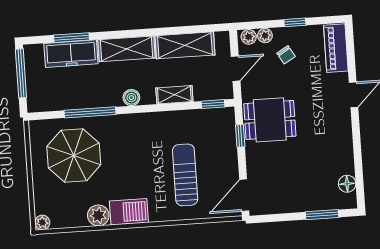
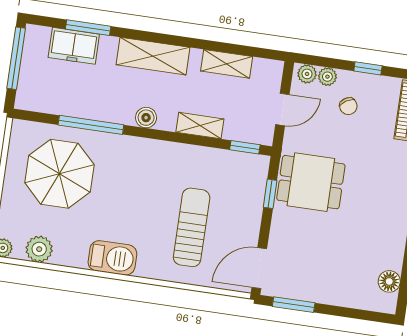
shelving: (185, 45) -> (227, 64), width x0.67, depth x0.75
freezer: (71, 54) -> (74, 46), width x0.71
plant: (98, 215) -> (39, 249), moved
window: (322, 215) -> (294, 305), moved

